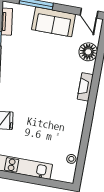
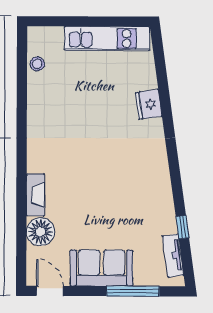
fireplace: (85, 87) -> (35, 195), moved

